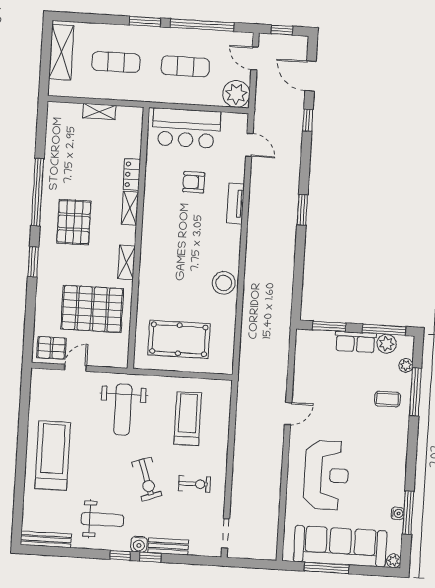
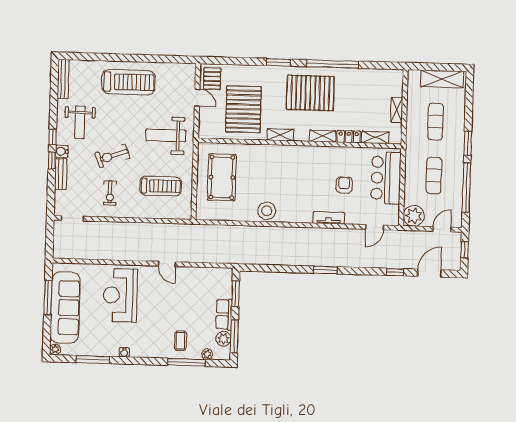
shelving: (134, 140) -> (375, 137), added
pallet: (74, 222) -> (310, 93), width x1.37, depth x1.41
reception desk: (326, 475) -> (120, 295), turned 90
water cooler: (398, 513) -> (124, 352), moved

